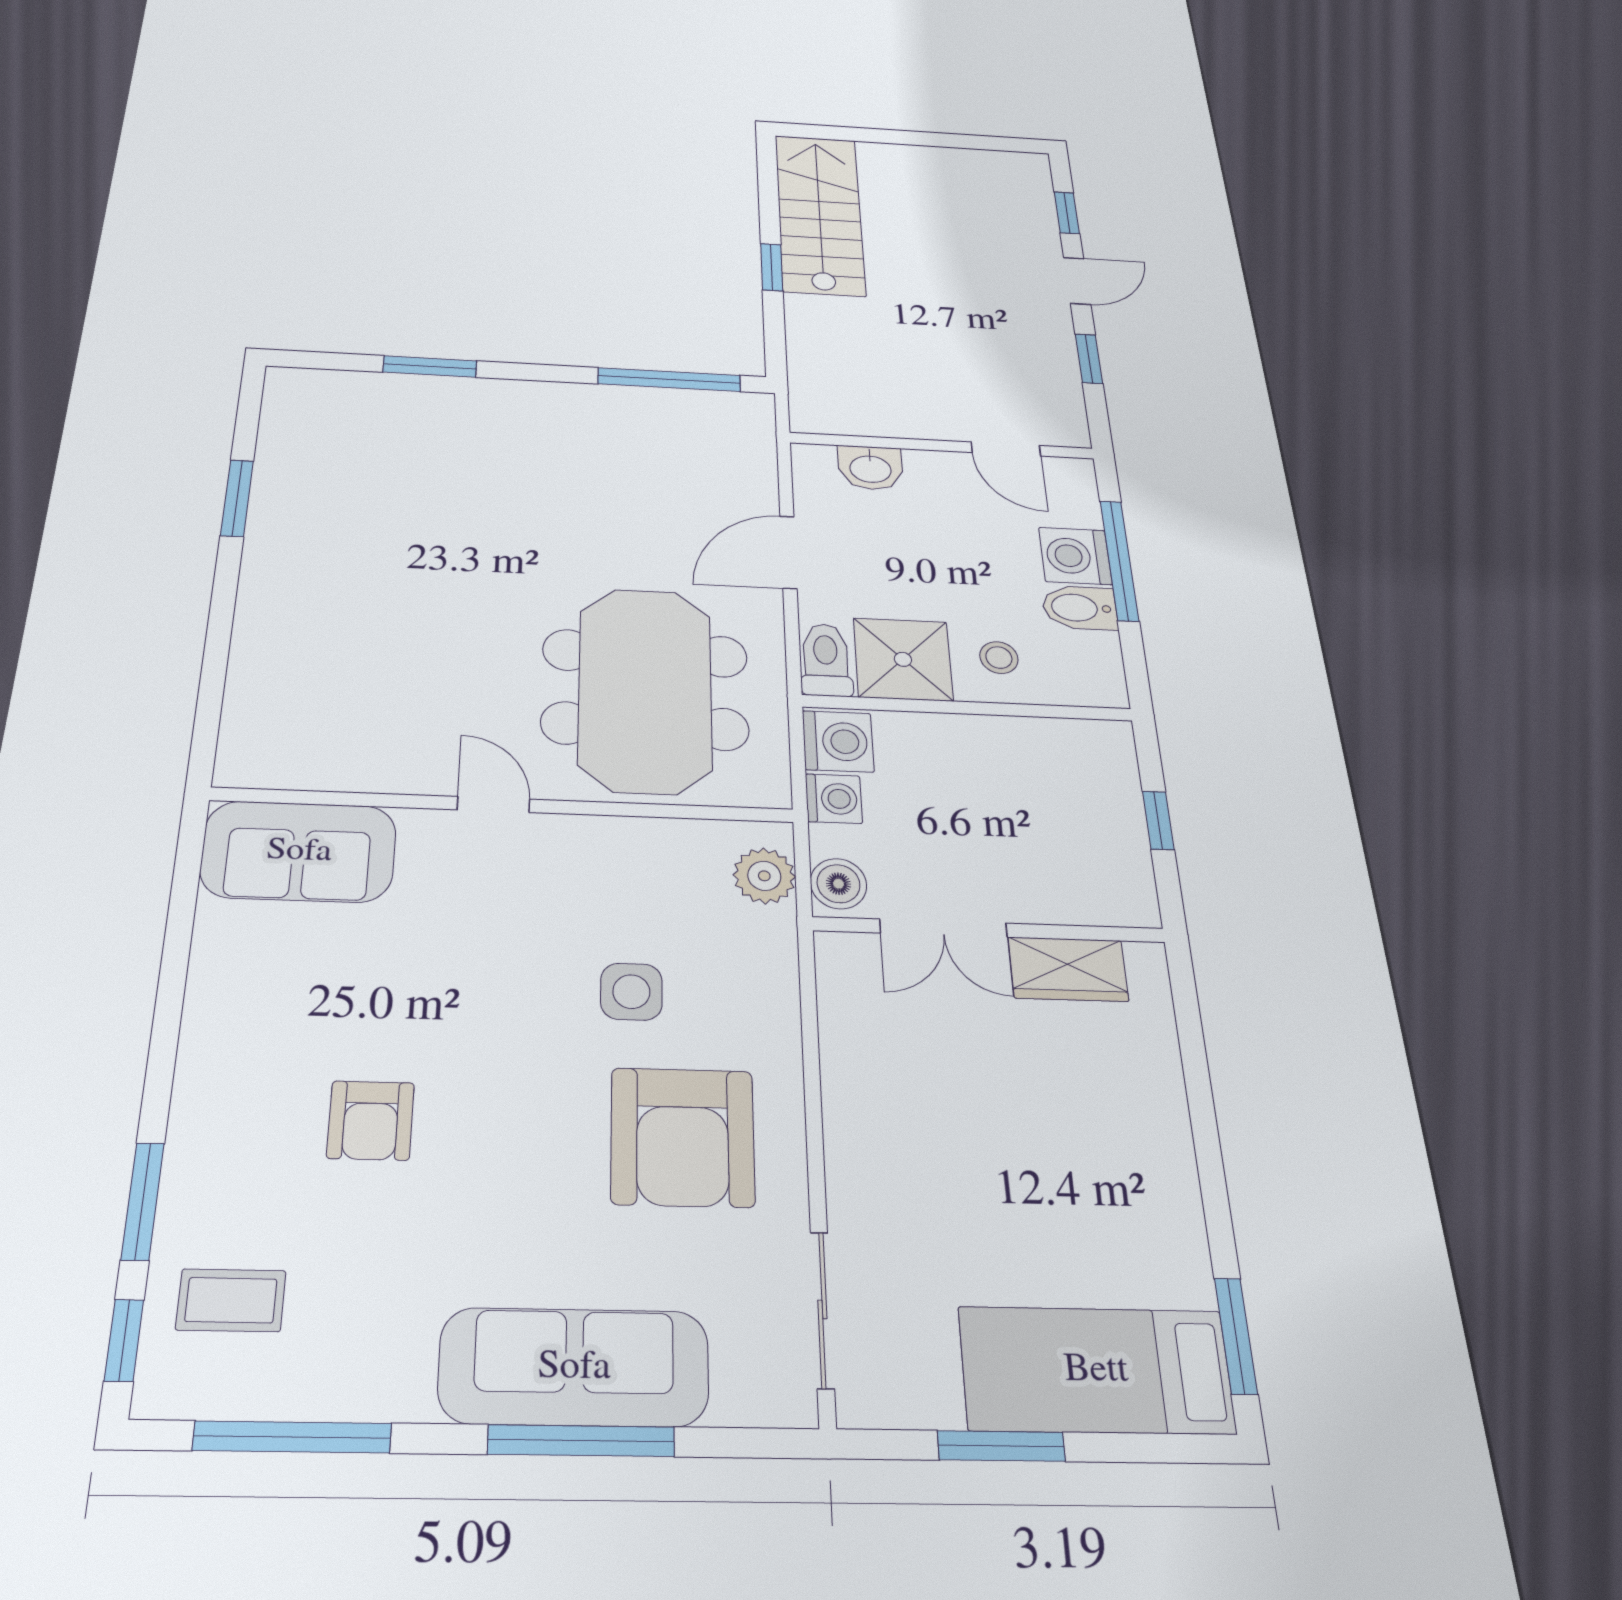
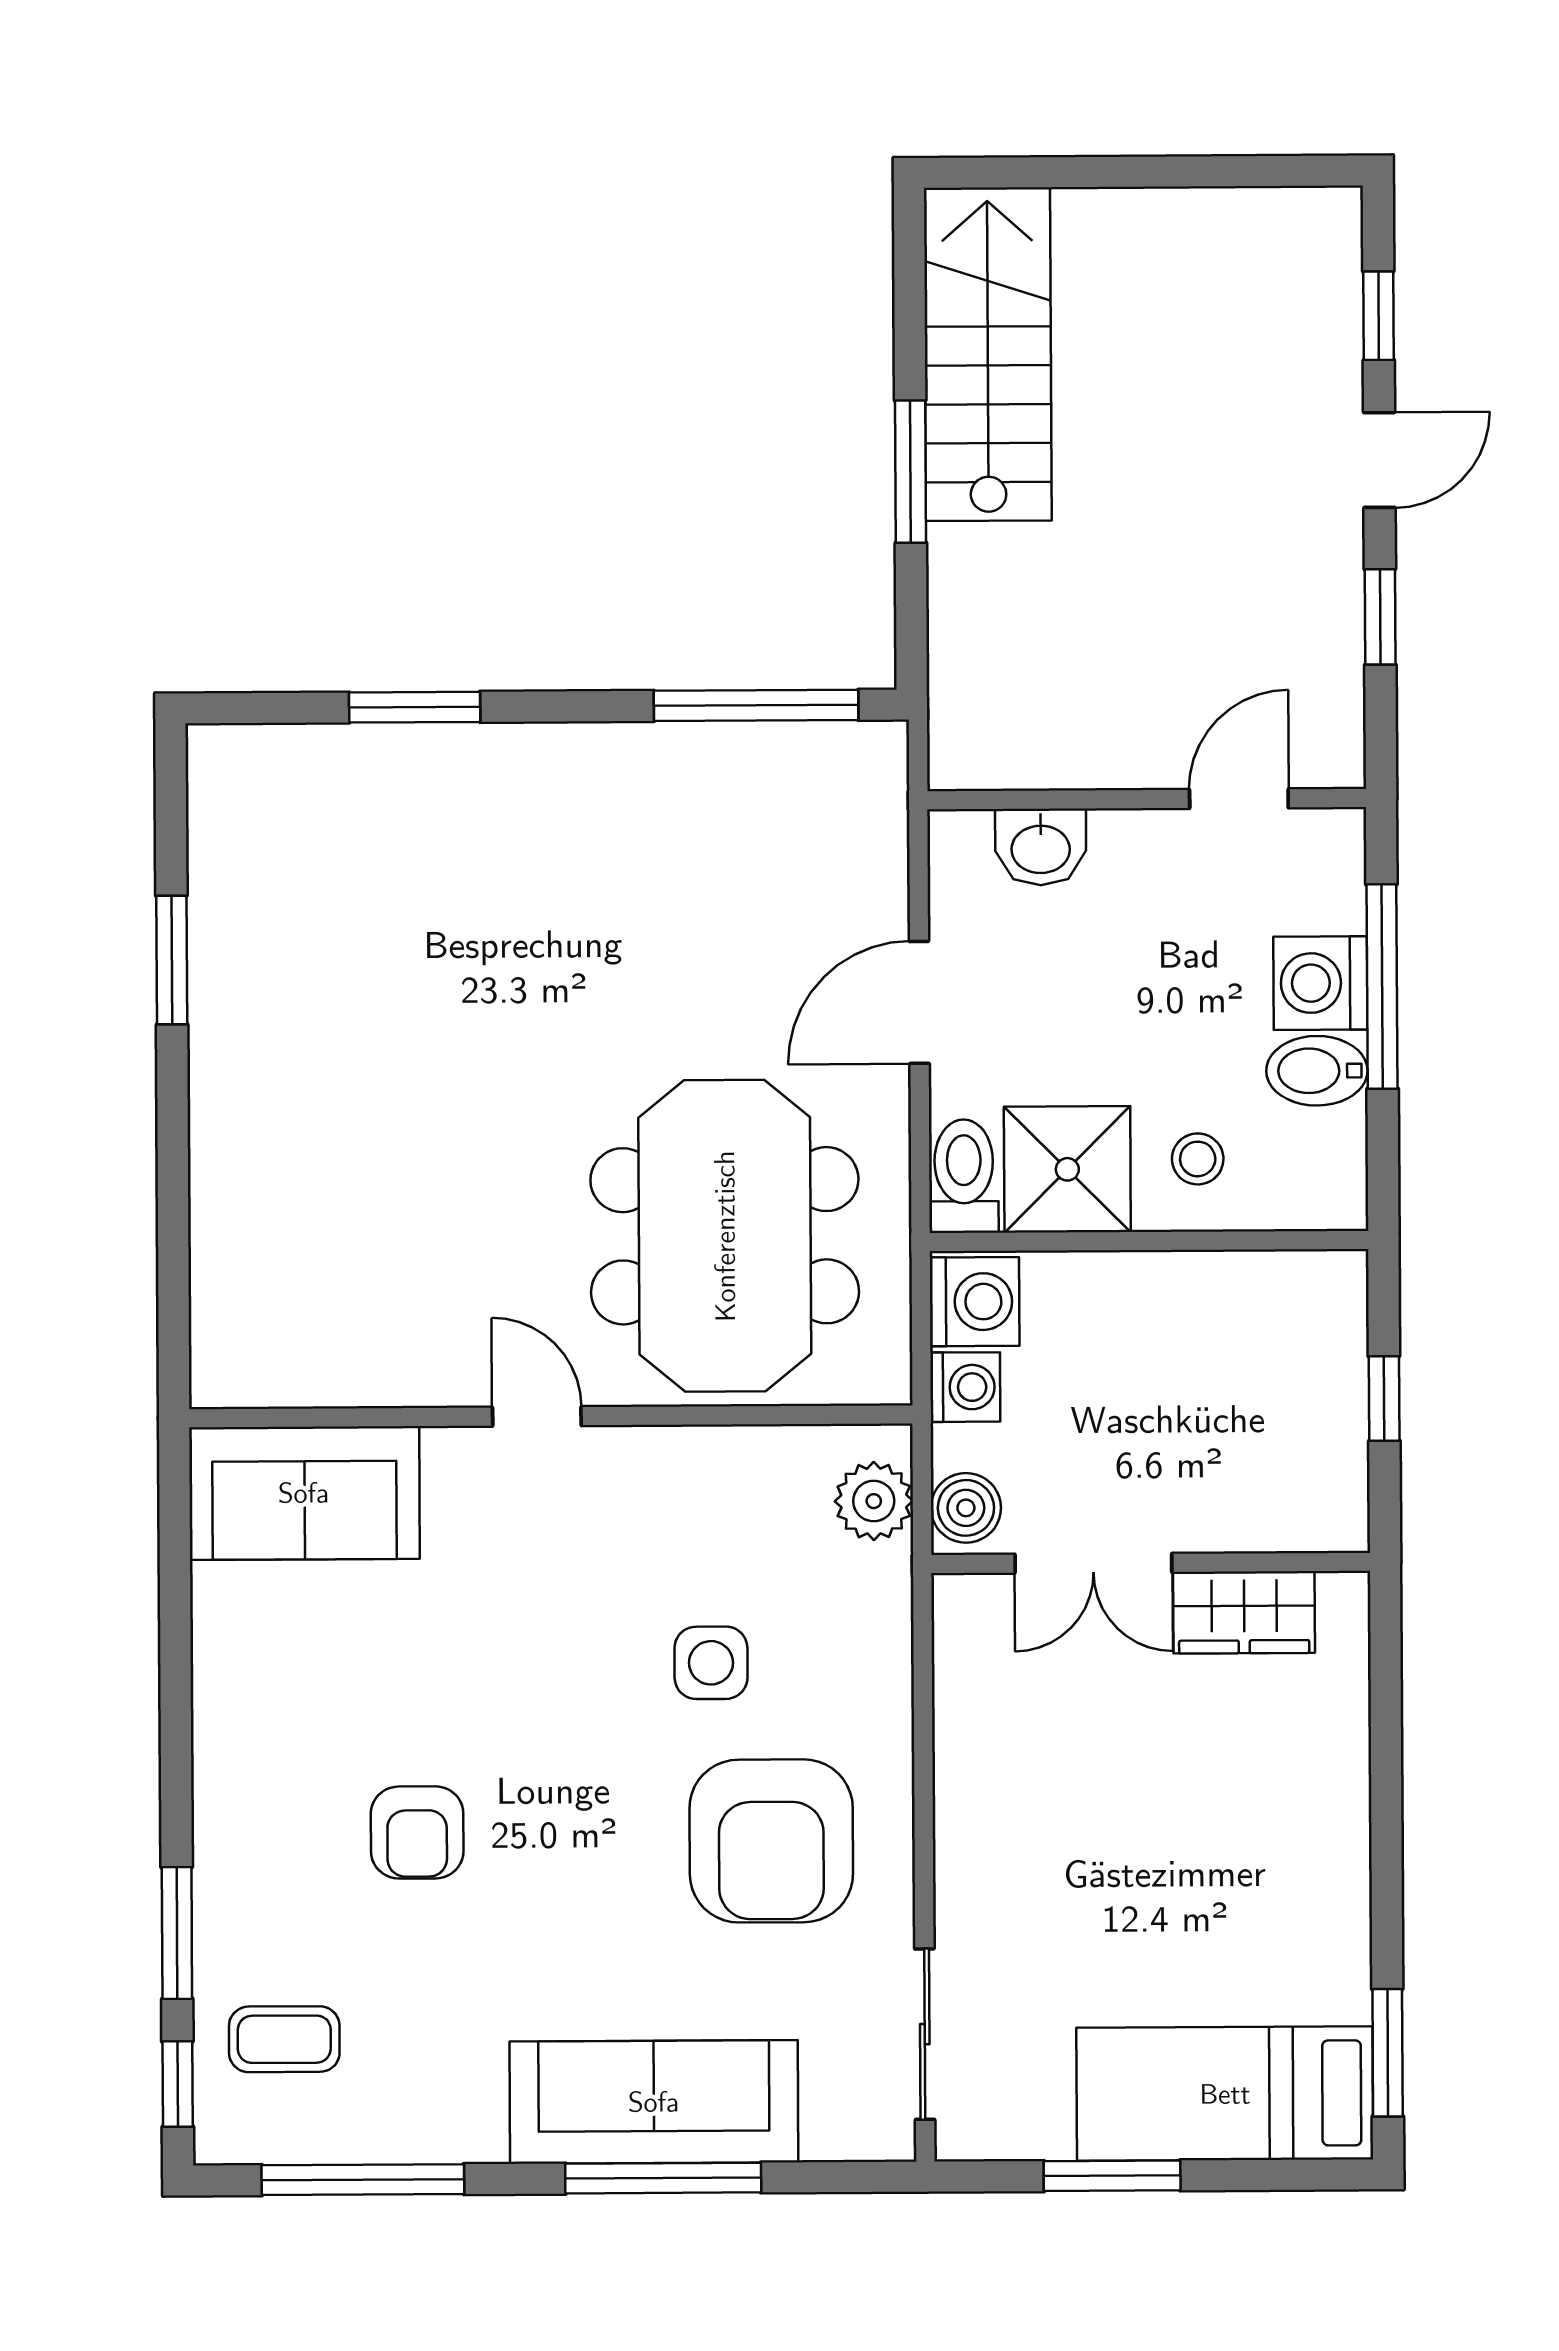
window: (772, 267) -> (911, 472), width x1.50
door: (1006, 449) -> (1239, 799), swing flipped

